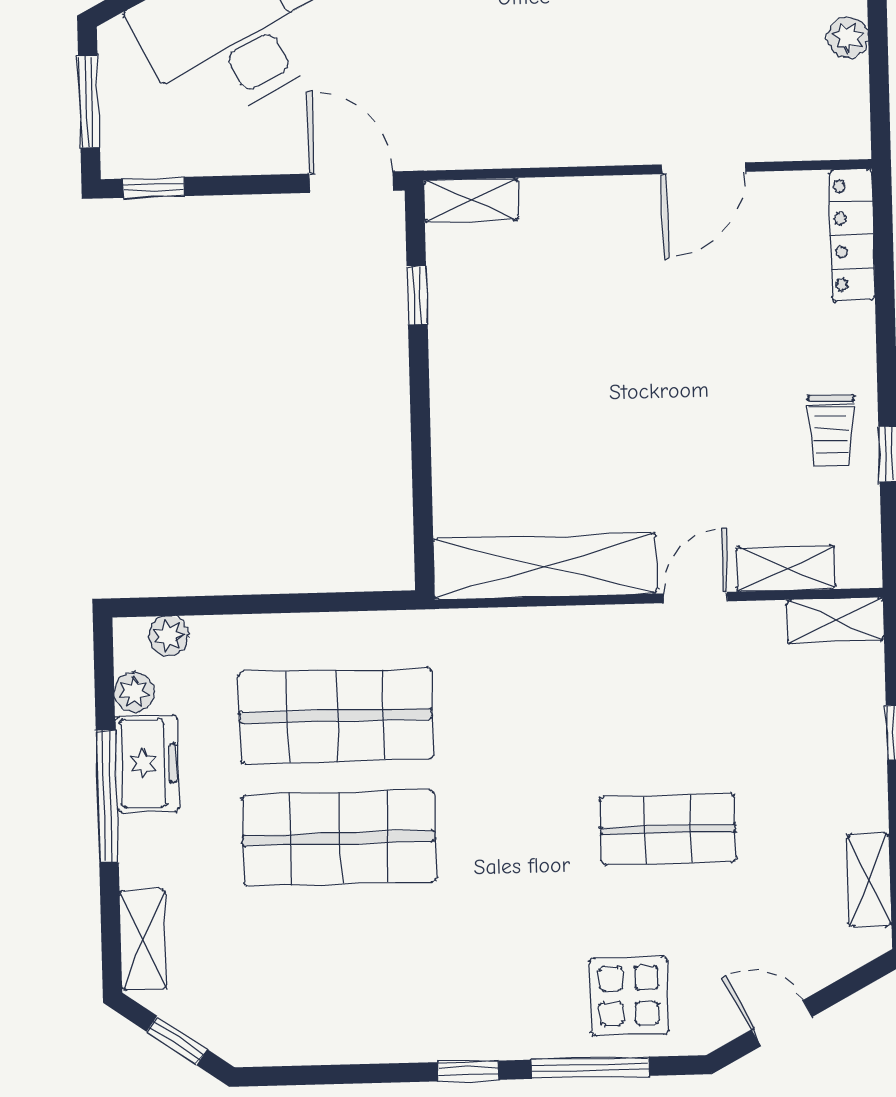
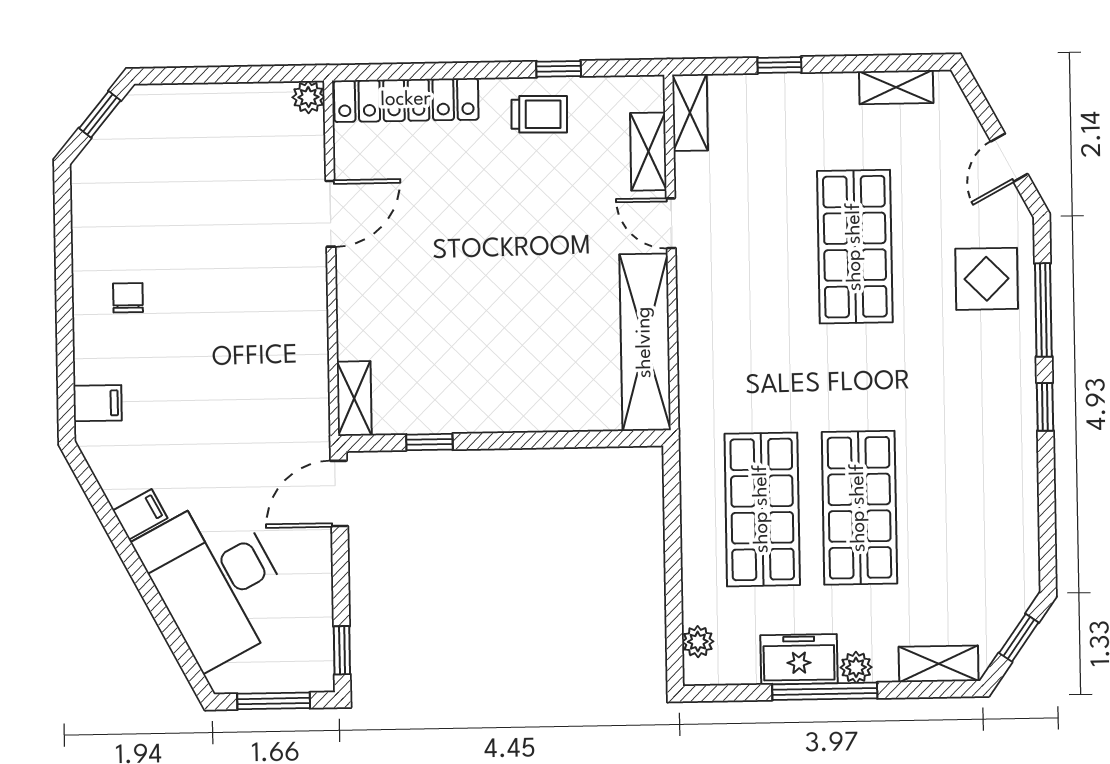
plant: (848, 37) -> (308, 97), moved
door: (704, 168) -> (330, 214), hinge flipped
locker: (852, 235) -> (406, 100), width x1.41, depth x1.21
plant: (134, 692) -> (856, 667), moved
shop shelf: (668, 830) -> (855, 247), width x1.43, depth x1.36

